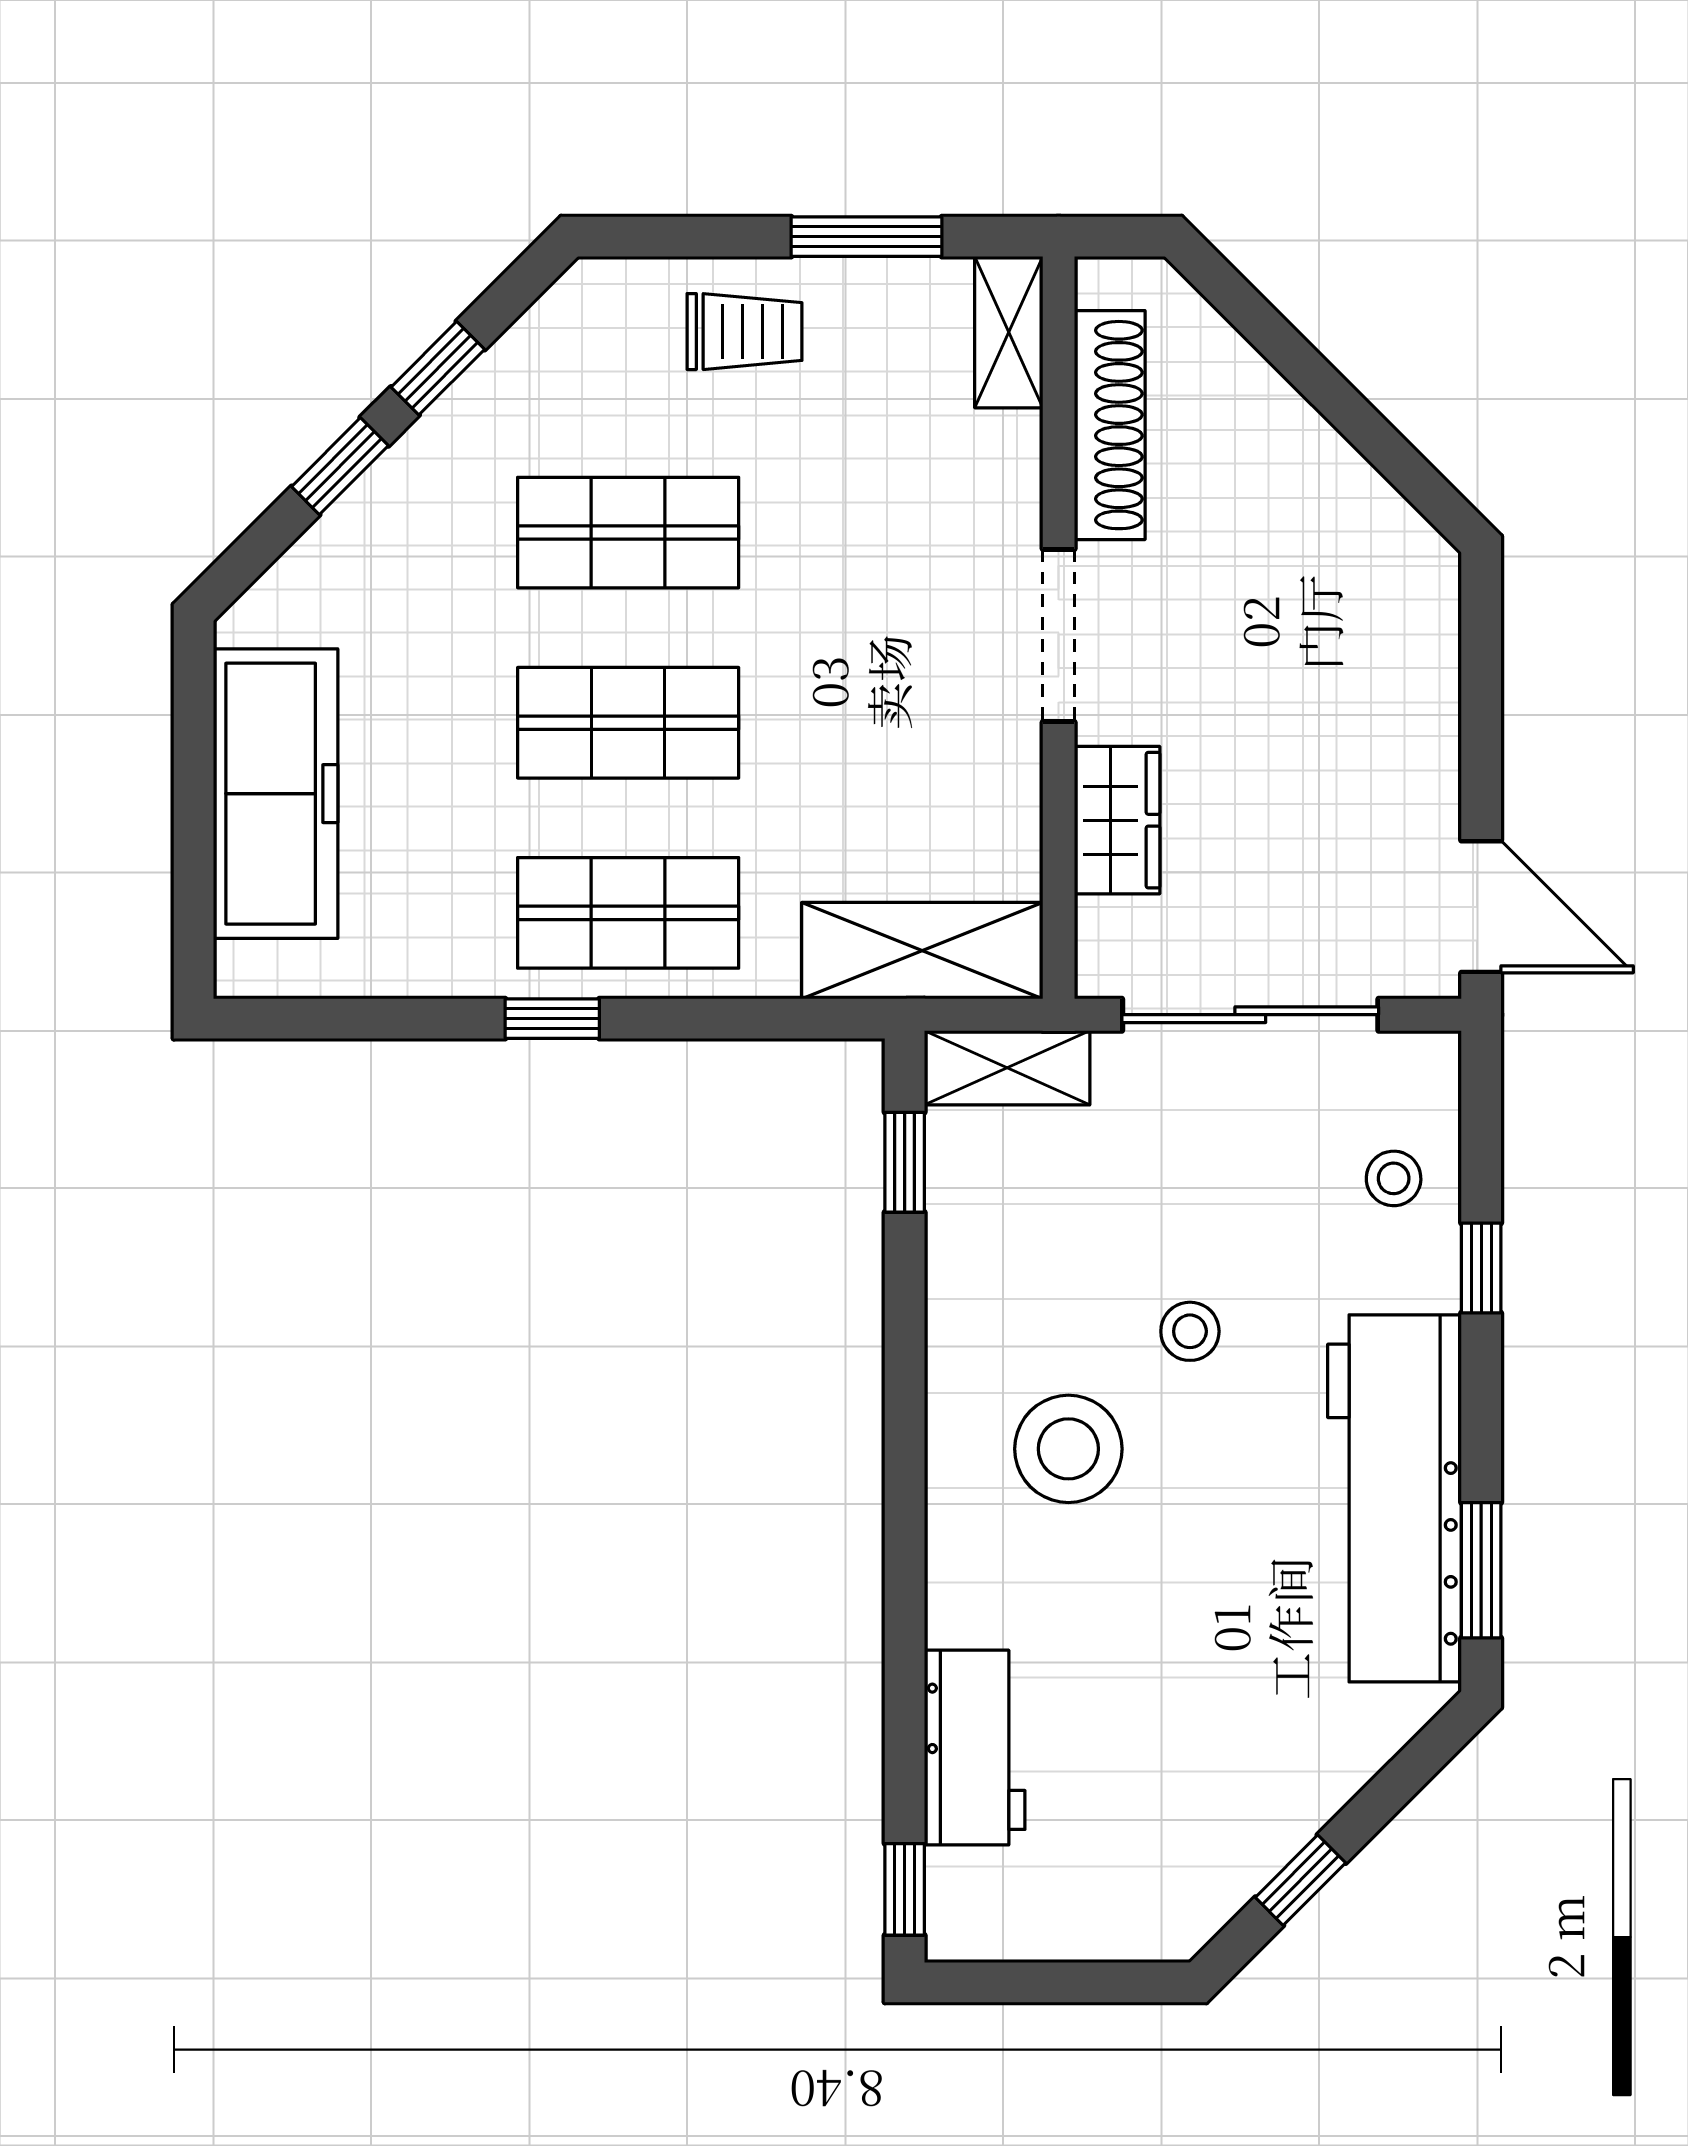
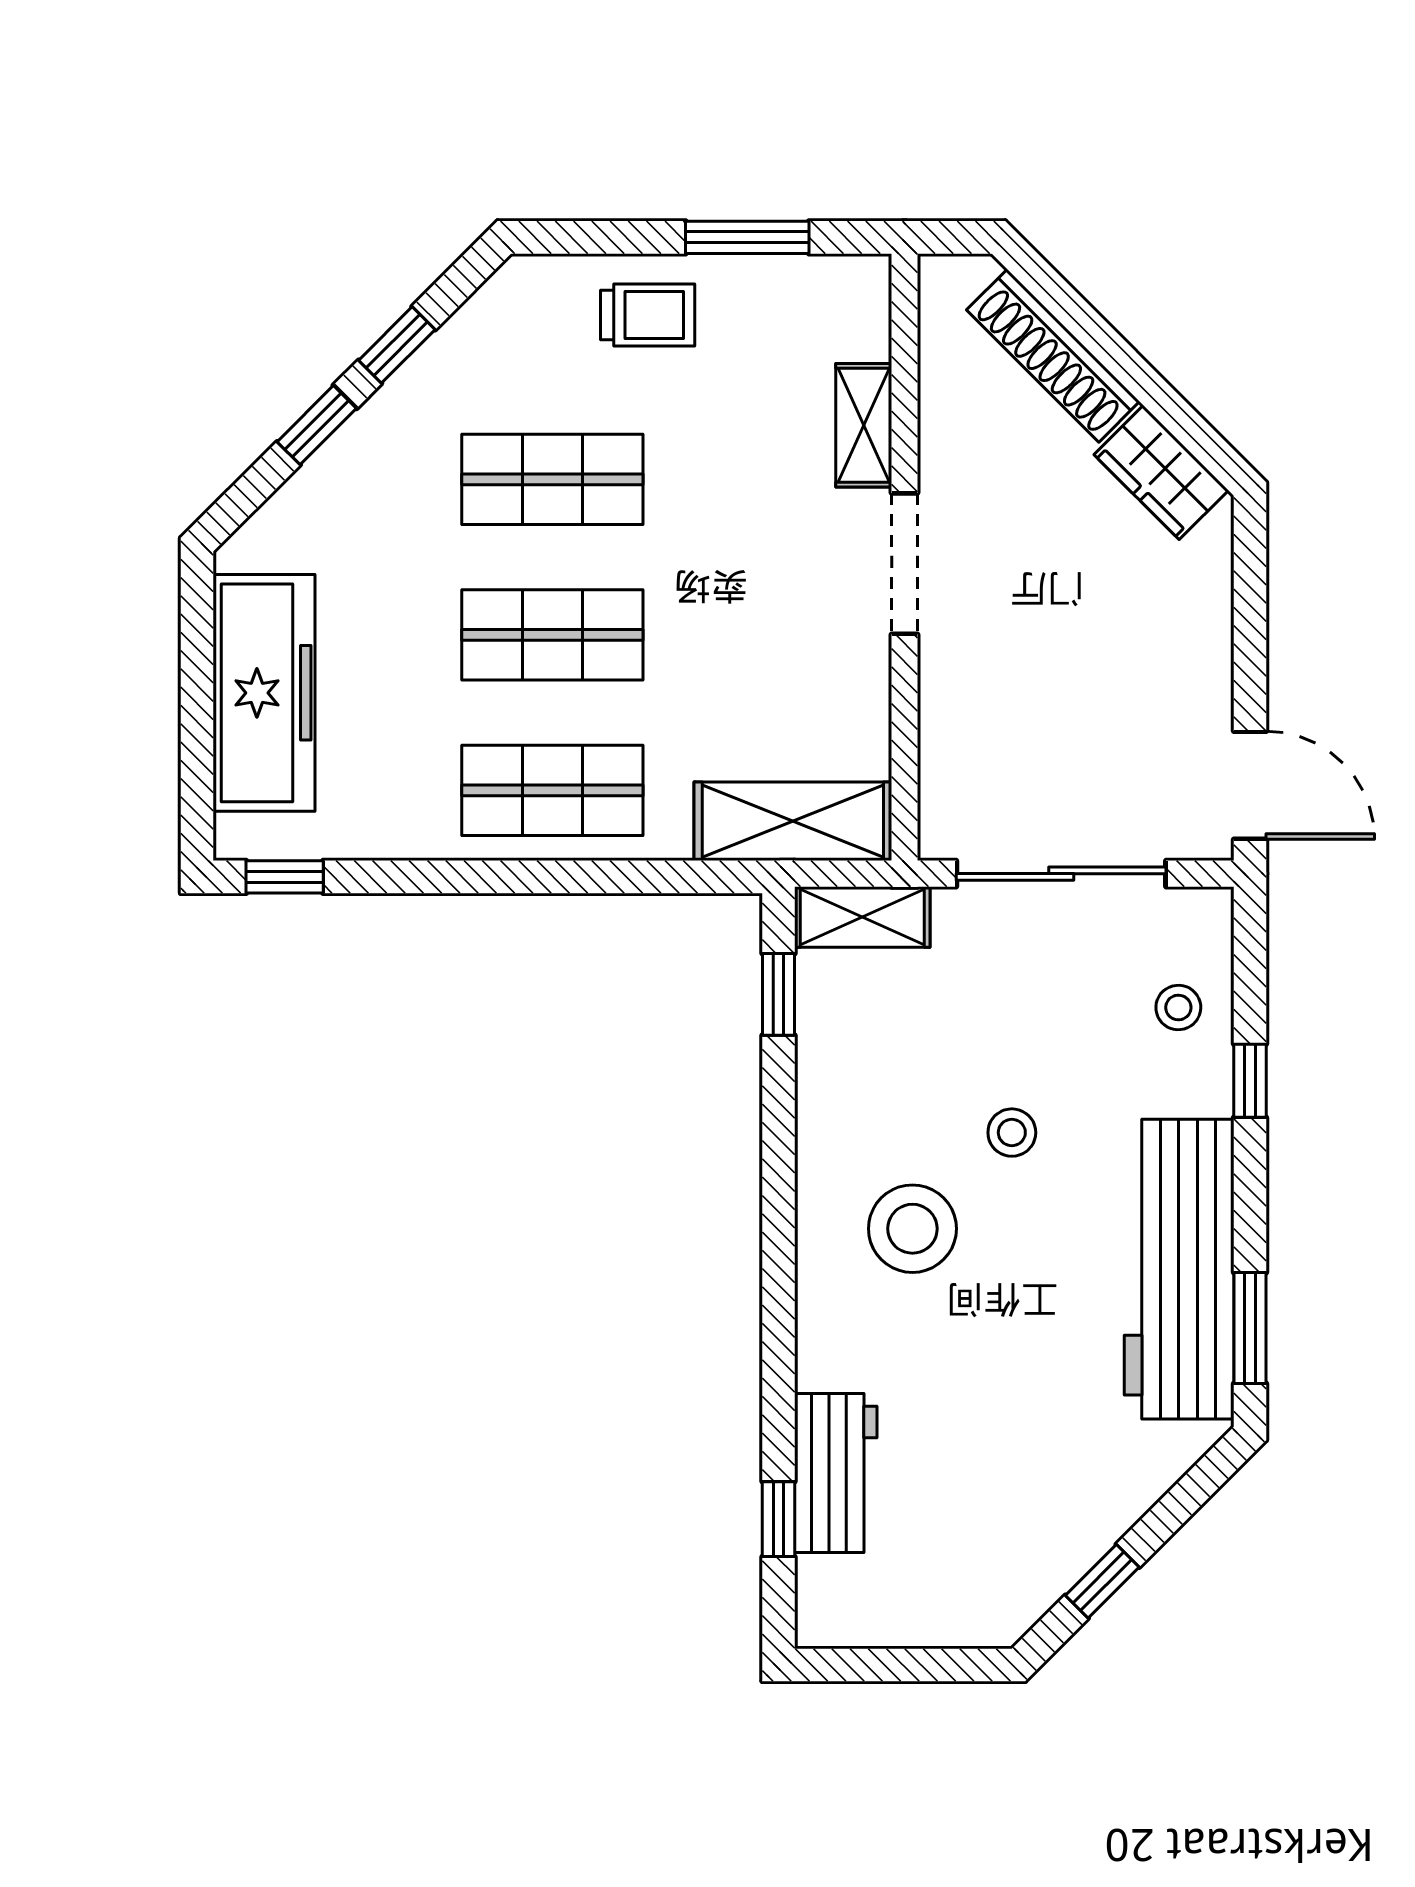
shelving: (1009, 332) -> (864, 425), moved
shoe rack: (1110, 425) -> (1053, 356), moved, turned 135
wardrobe: (1117, 820) -> (1161, 472), moved, turned 135
window: (552, 1019) -> (285, 877), moved
window: (905, 1889) -> (778, 1519), moved

